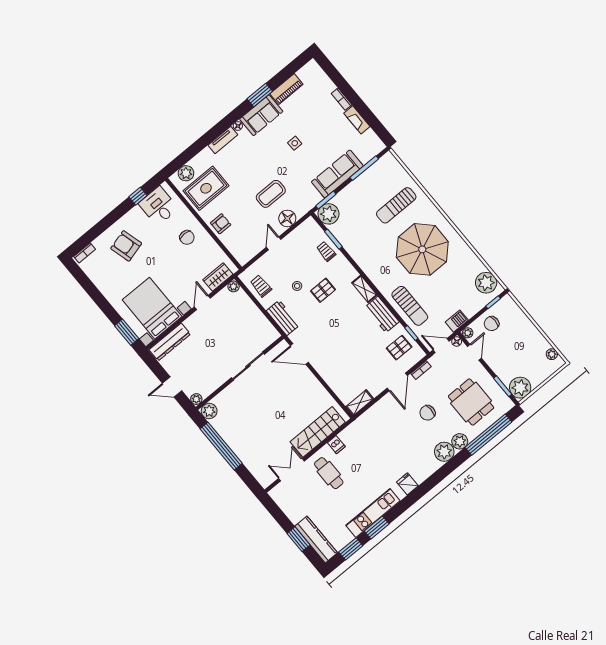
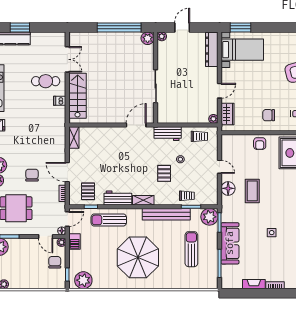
sun lounger: (396, 205) -> (191, 249), moved
bench: (360, 256) -> (166, 214), added
door: (202, 303) -> (220, 91), hinge flipped
bed with nightstands: (152, 308) -> (242, 50), width x0.73

